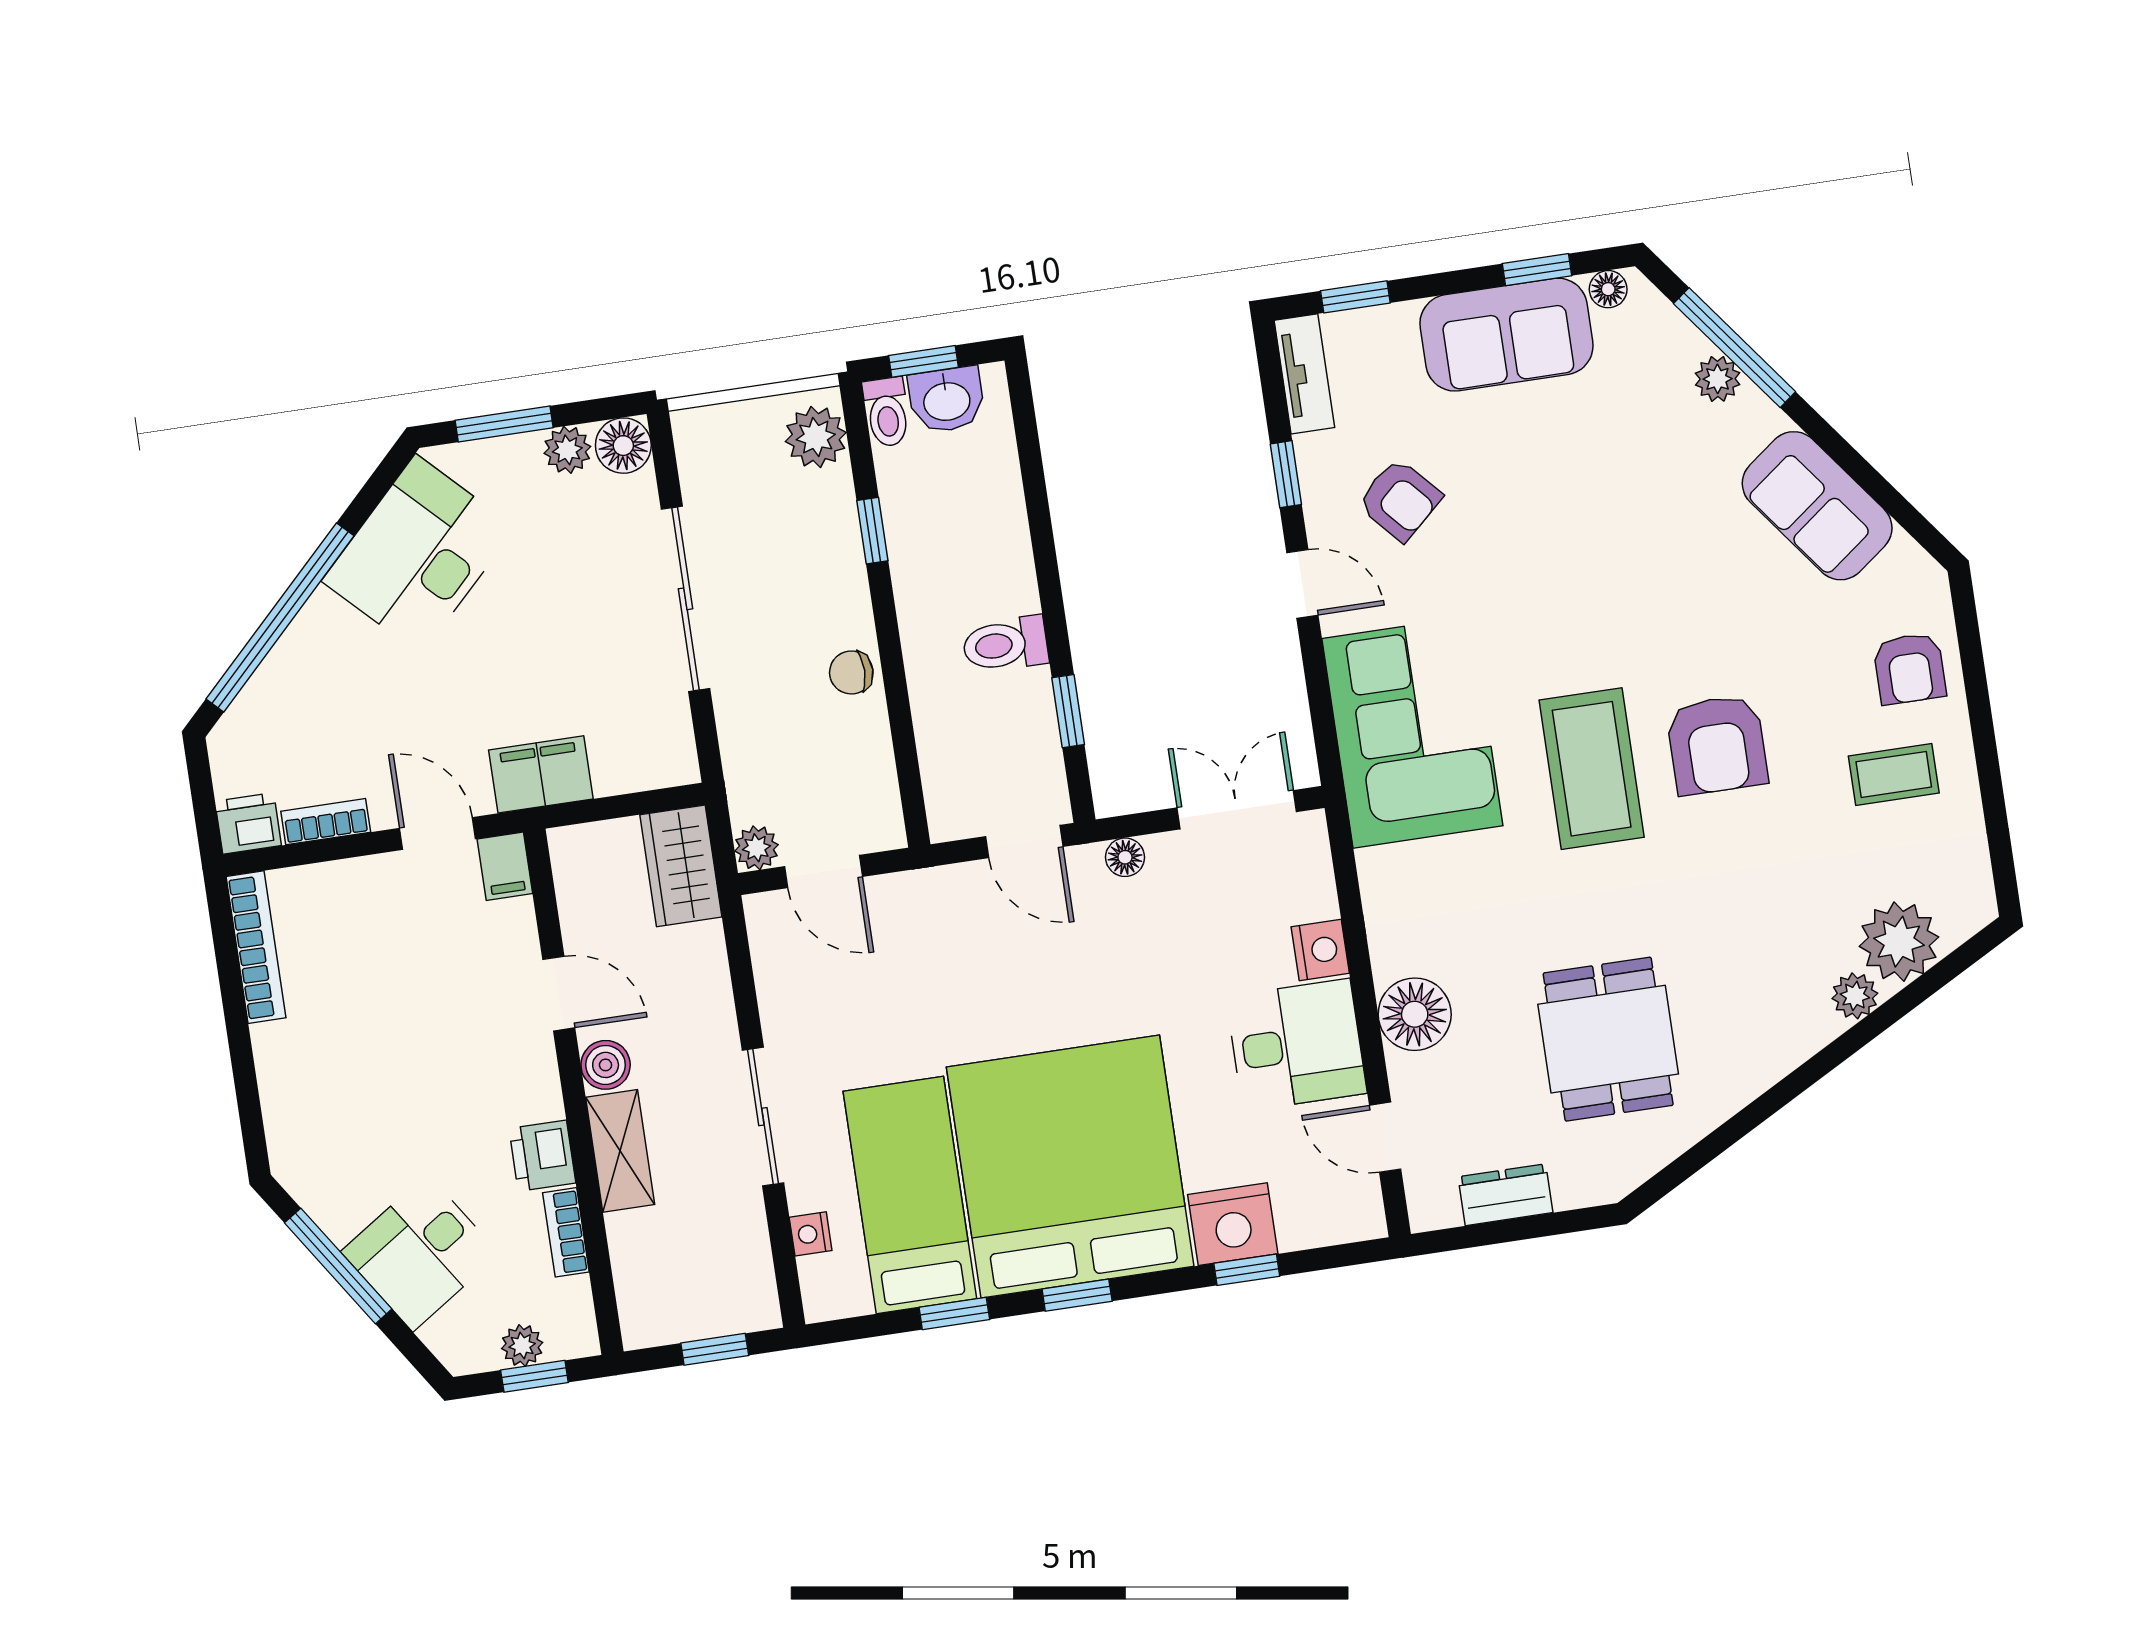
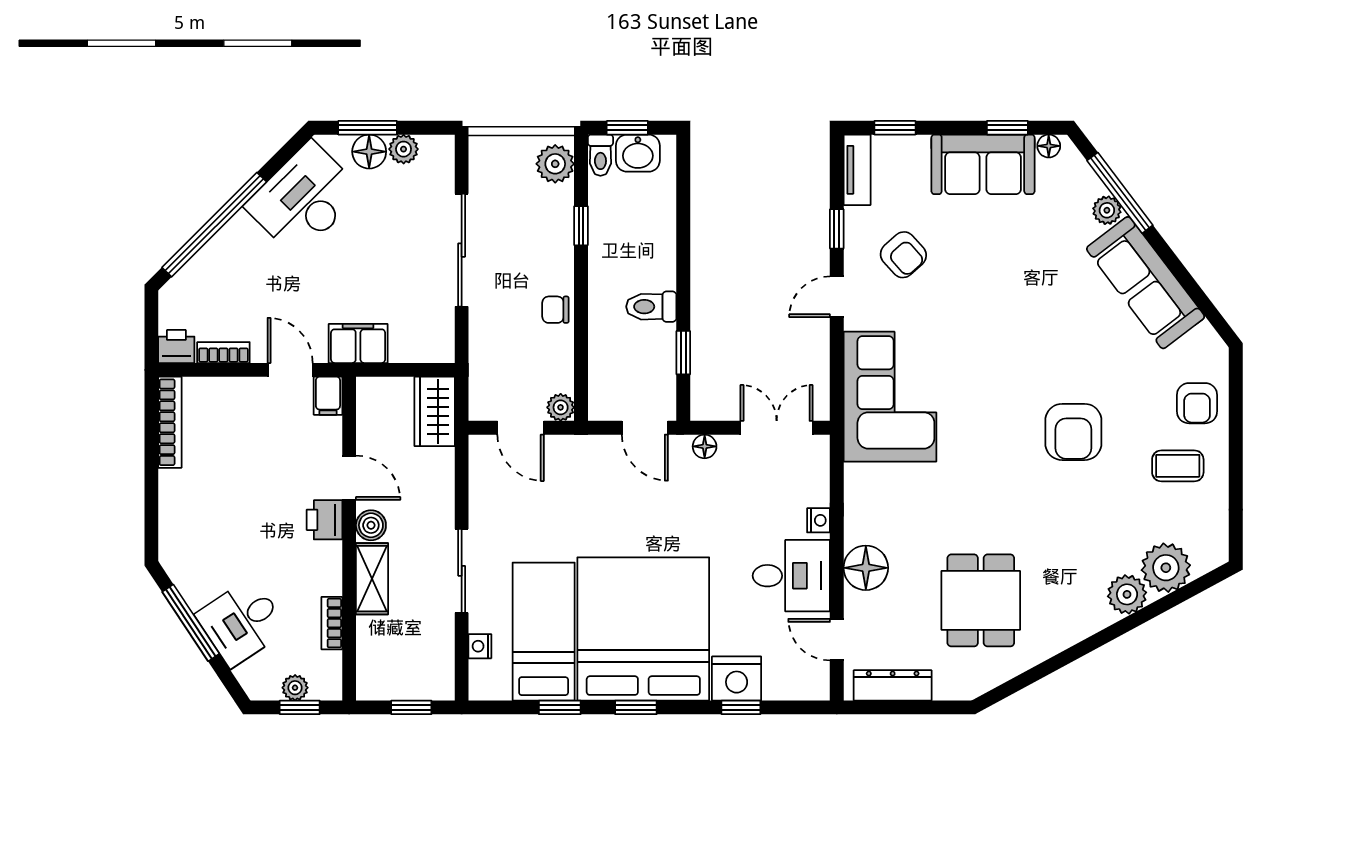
floor lamp: (623, 446) -> (369, 152), moved
sofa: (1817, 506) -> (1146, 283), width x1.36
door: (1302, 584) -> (837, 297), swing flipped
coffee table: (1592, 769) -> (995, 435), removed
plant: (756, 848) -> (561, 407), moved
nightstand: (1320, 950) -> (818, 520), width x0.72, depth x0.74
plant: (1855, 996) -> (1127, 594), width x1.38, depth x1.38
printer: (542, 1156) -> (324, 520), moved
dresser: (1505, 1195) -> (893, 685), width x1.44

